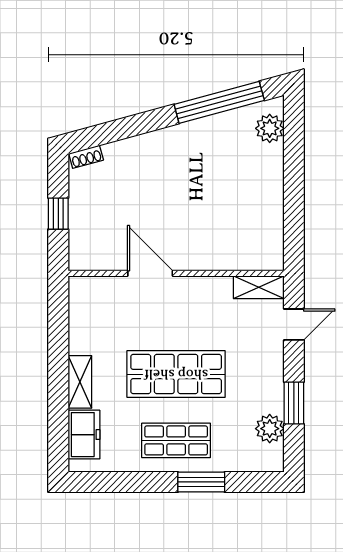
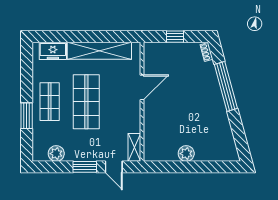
window: (219, 102) -> (226, 86), moved
plant: (270, 128) -> (186, 154), moved
shelving: (80, 382) -> (99, 51), width x2.20, depth x1.33
window: (294, 403) -> (85, 167), moved

